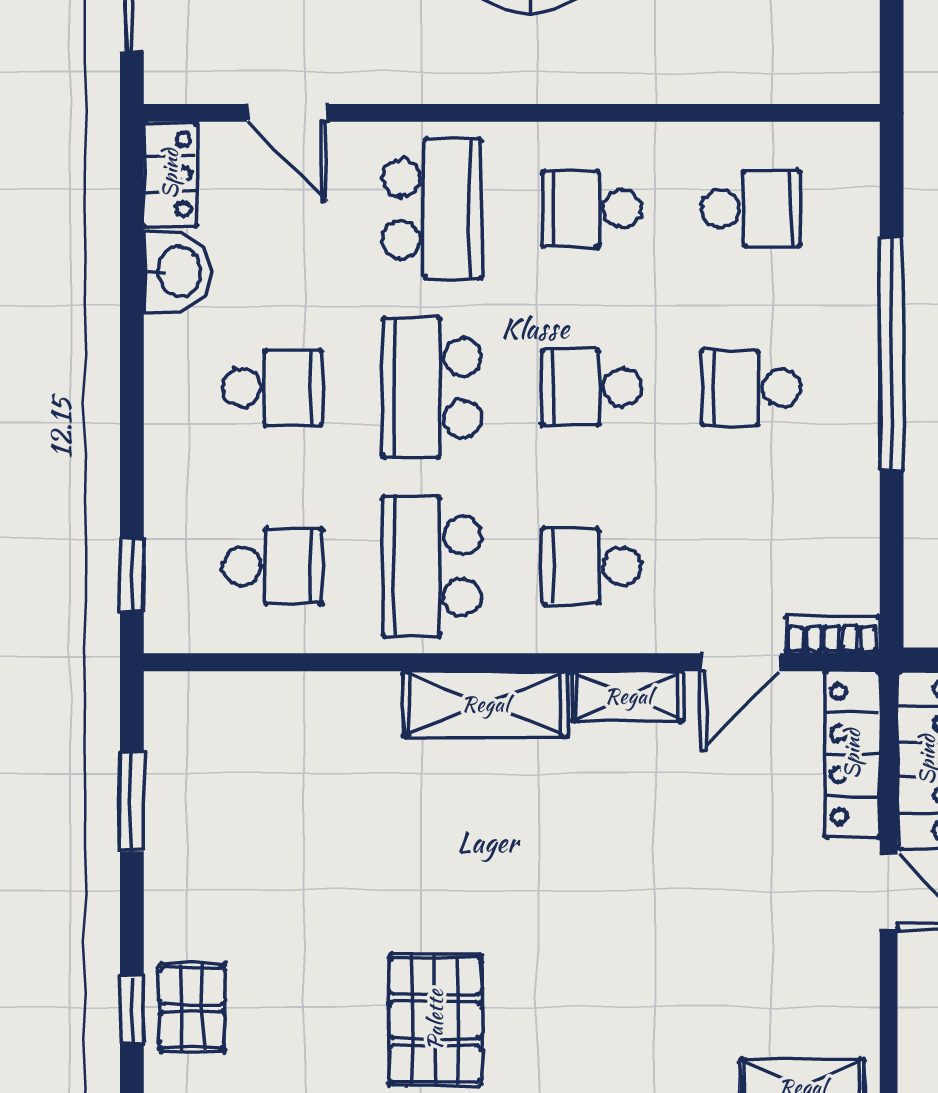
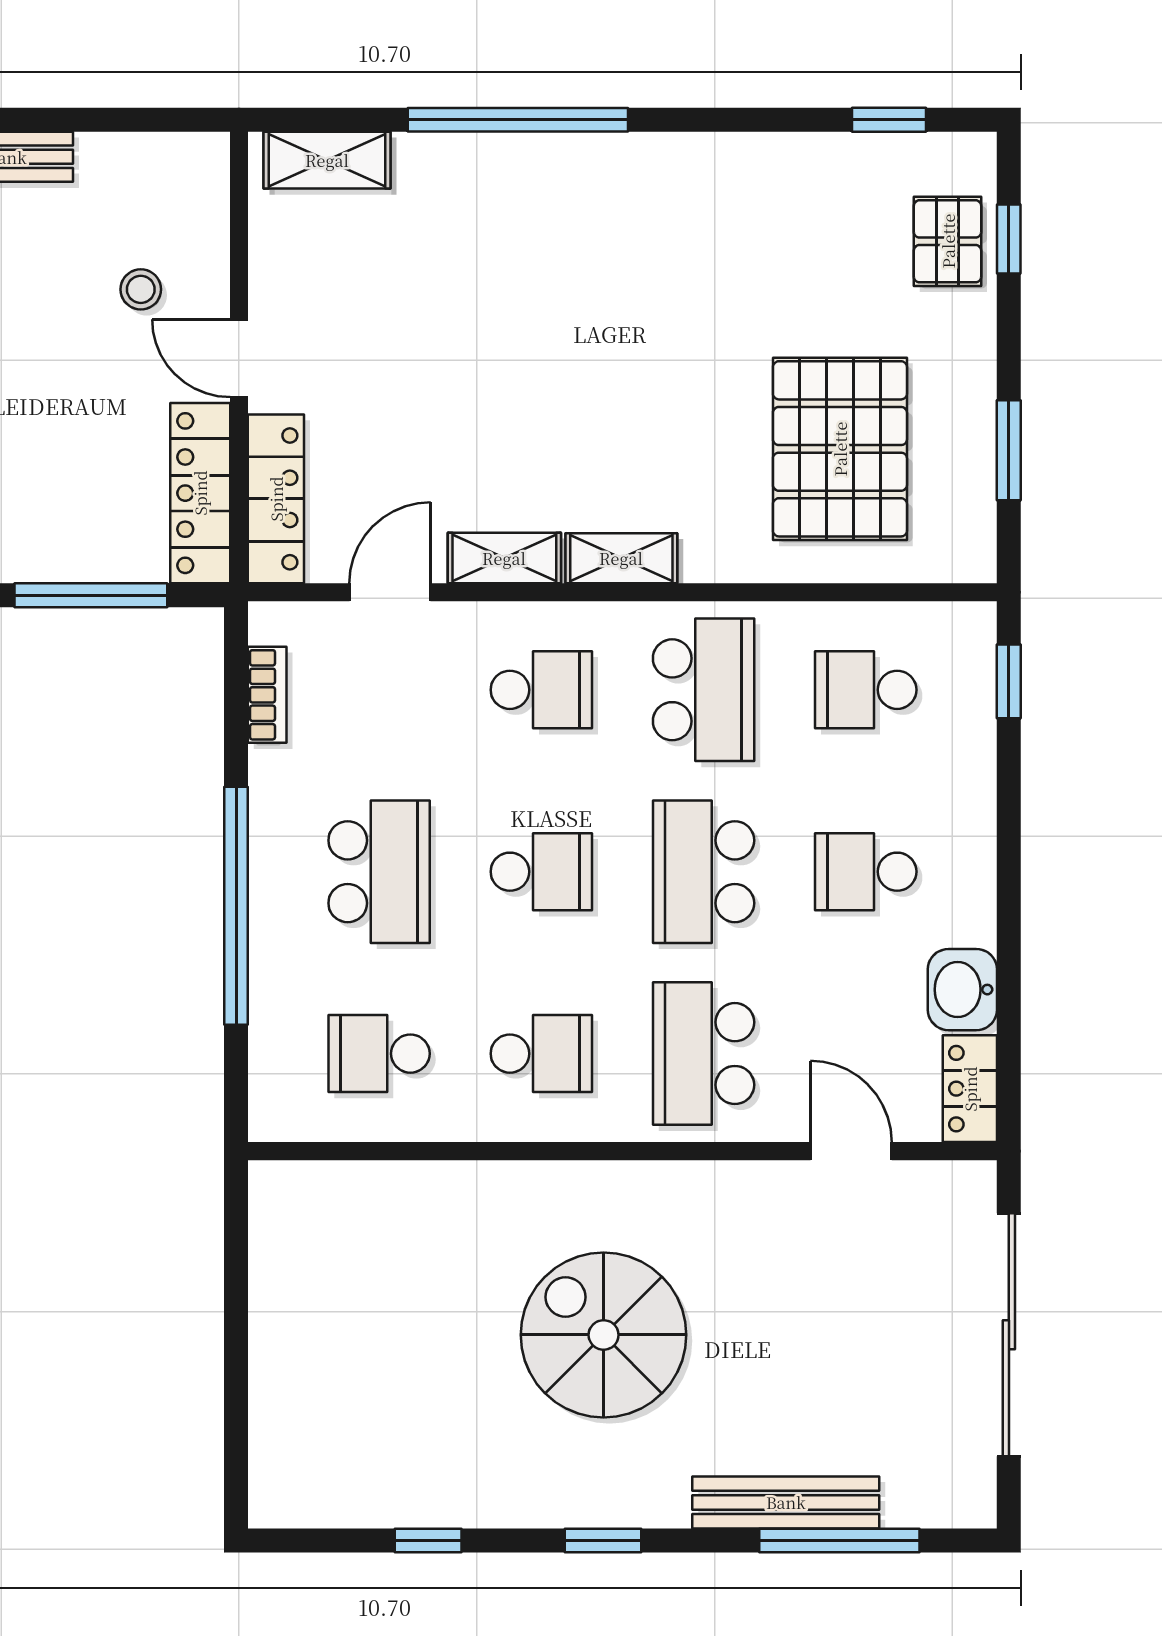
school desk: (432, 388) -> (704, 872), turned 180
school desk: (751, 388) -> (379, 872), width x1.85
bookcase: (832, 635) -> (267, 695), moved, turned -90
shelving: (485, 704) -> (621, 558), width x0.67, depth x0.75
pallet: (435, 1020) -> (840, 449), moved, width x1.37, depth x1.41

